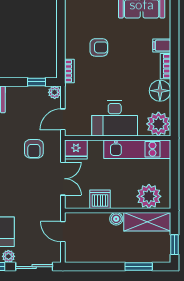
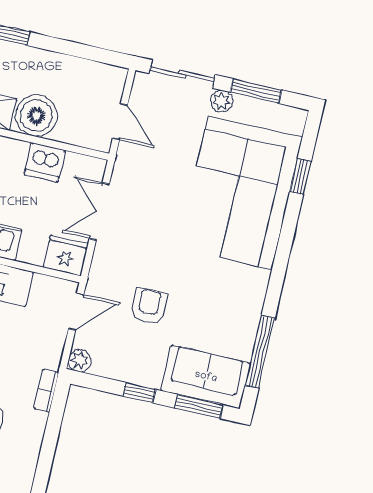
window: (36, 82) -> (139, 393), moved
armchair: (34, 149) -> (149, 306), moved
boiler: (116, 219) -> (36, 116), width x1.86, depth x1.86

